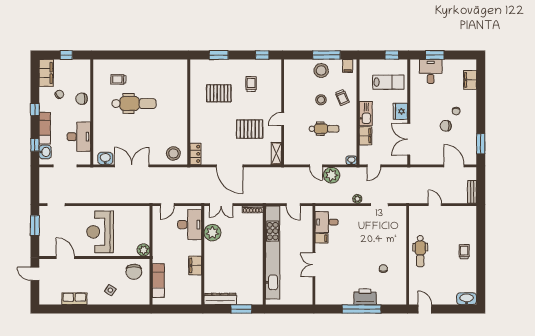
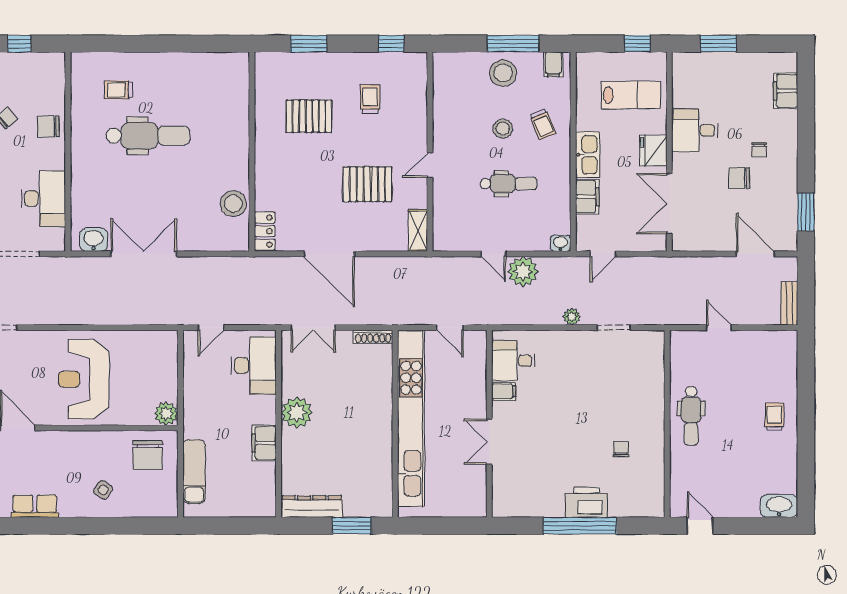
desk: (431, 71) -> (695, 130), moved, turned -90
stool: (173, 153) -> (233, 204), moved
plant: (212, 233) -> (297, 413), moved

